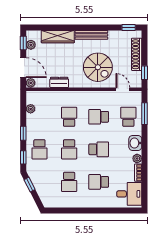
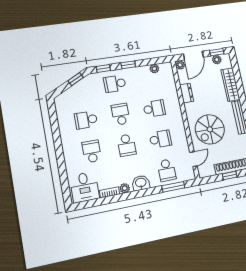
window: (145, 73) -> (230, 175), moved
school desk: (99, 117) -> (160, 139), turned 90
school desk: (128, 117) -> (167, 170), turned 90
school desk: (69, 149) -> (121, 114), turned 90

